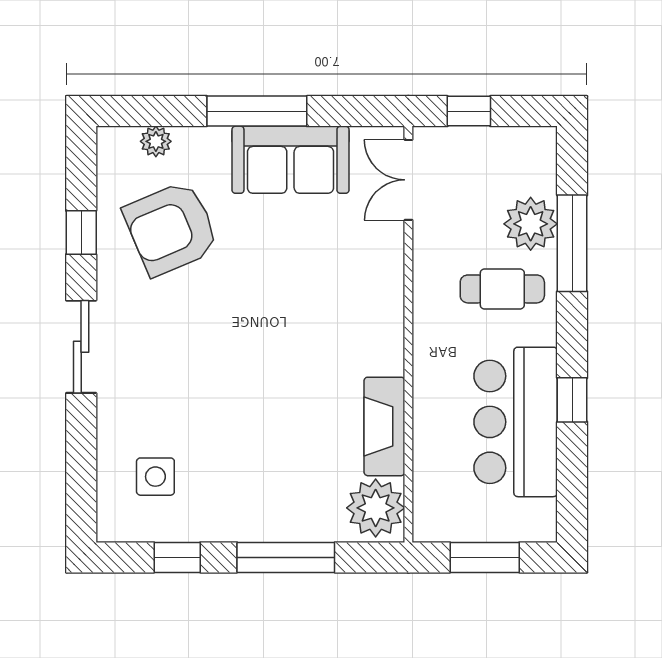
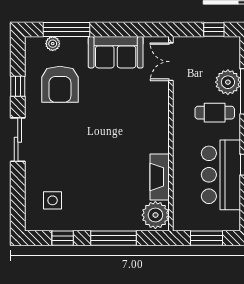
window: (257, 111) -> (67, 29), moved
window: (469, 111) -> (214, 29), moved
armchair: (171, 228) -> (60, 84), turned -67

